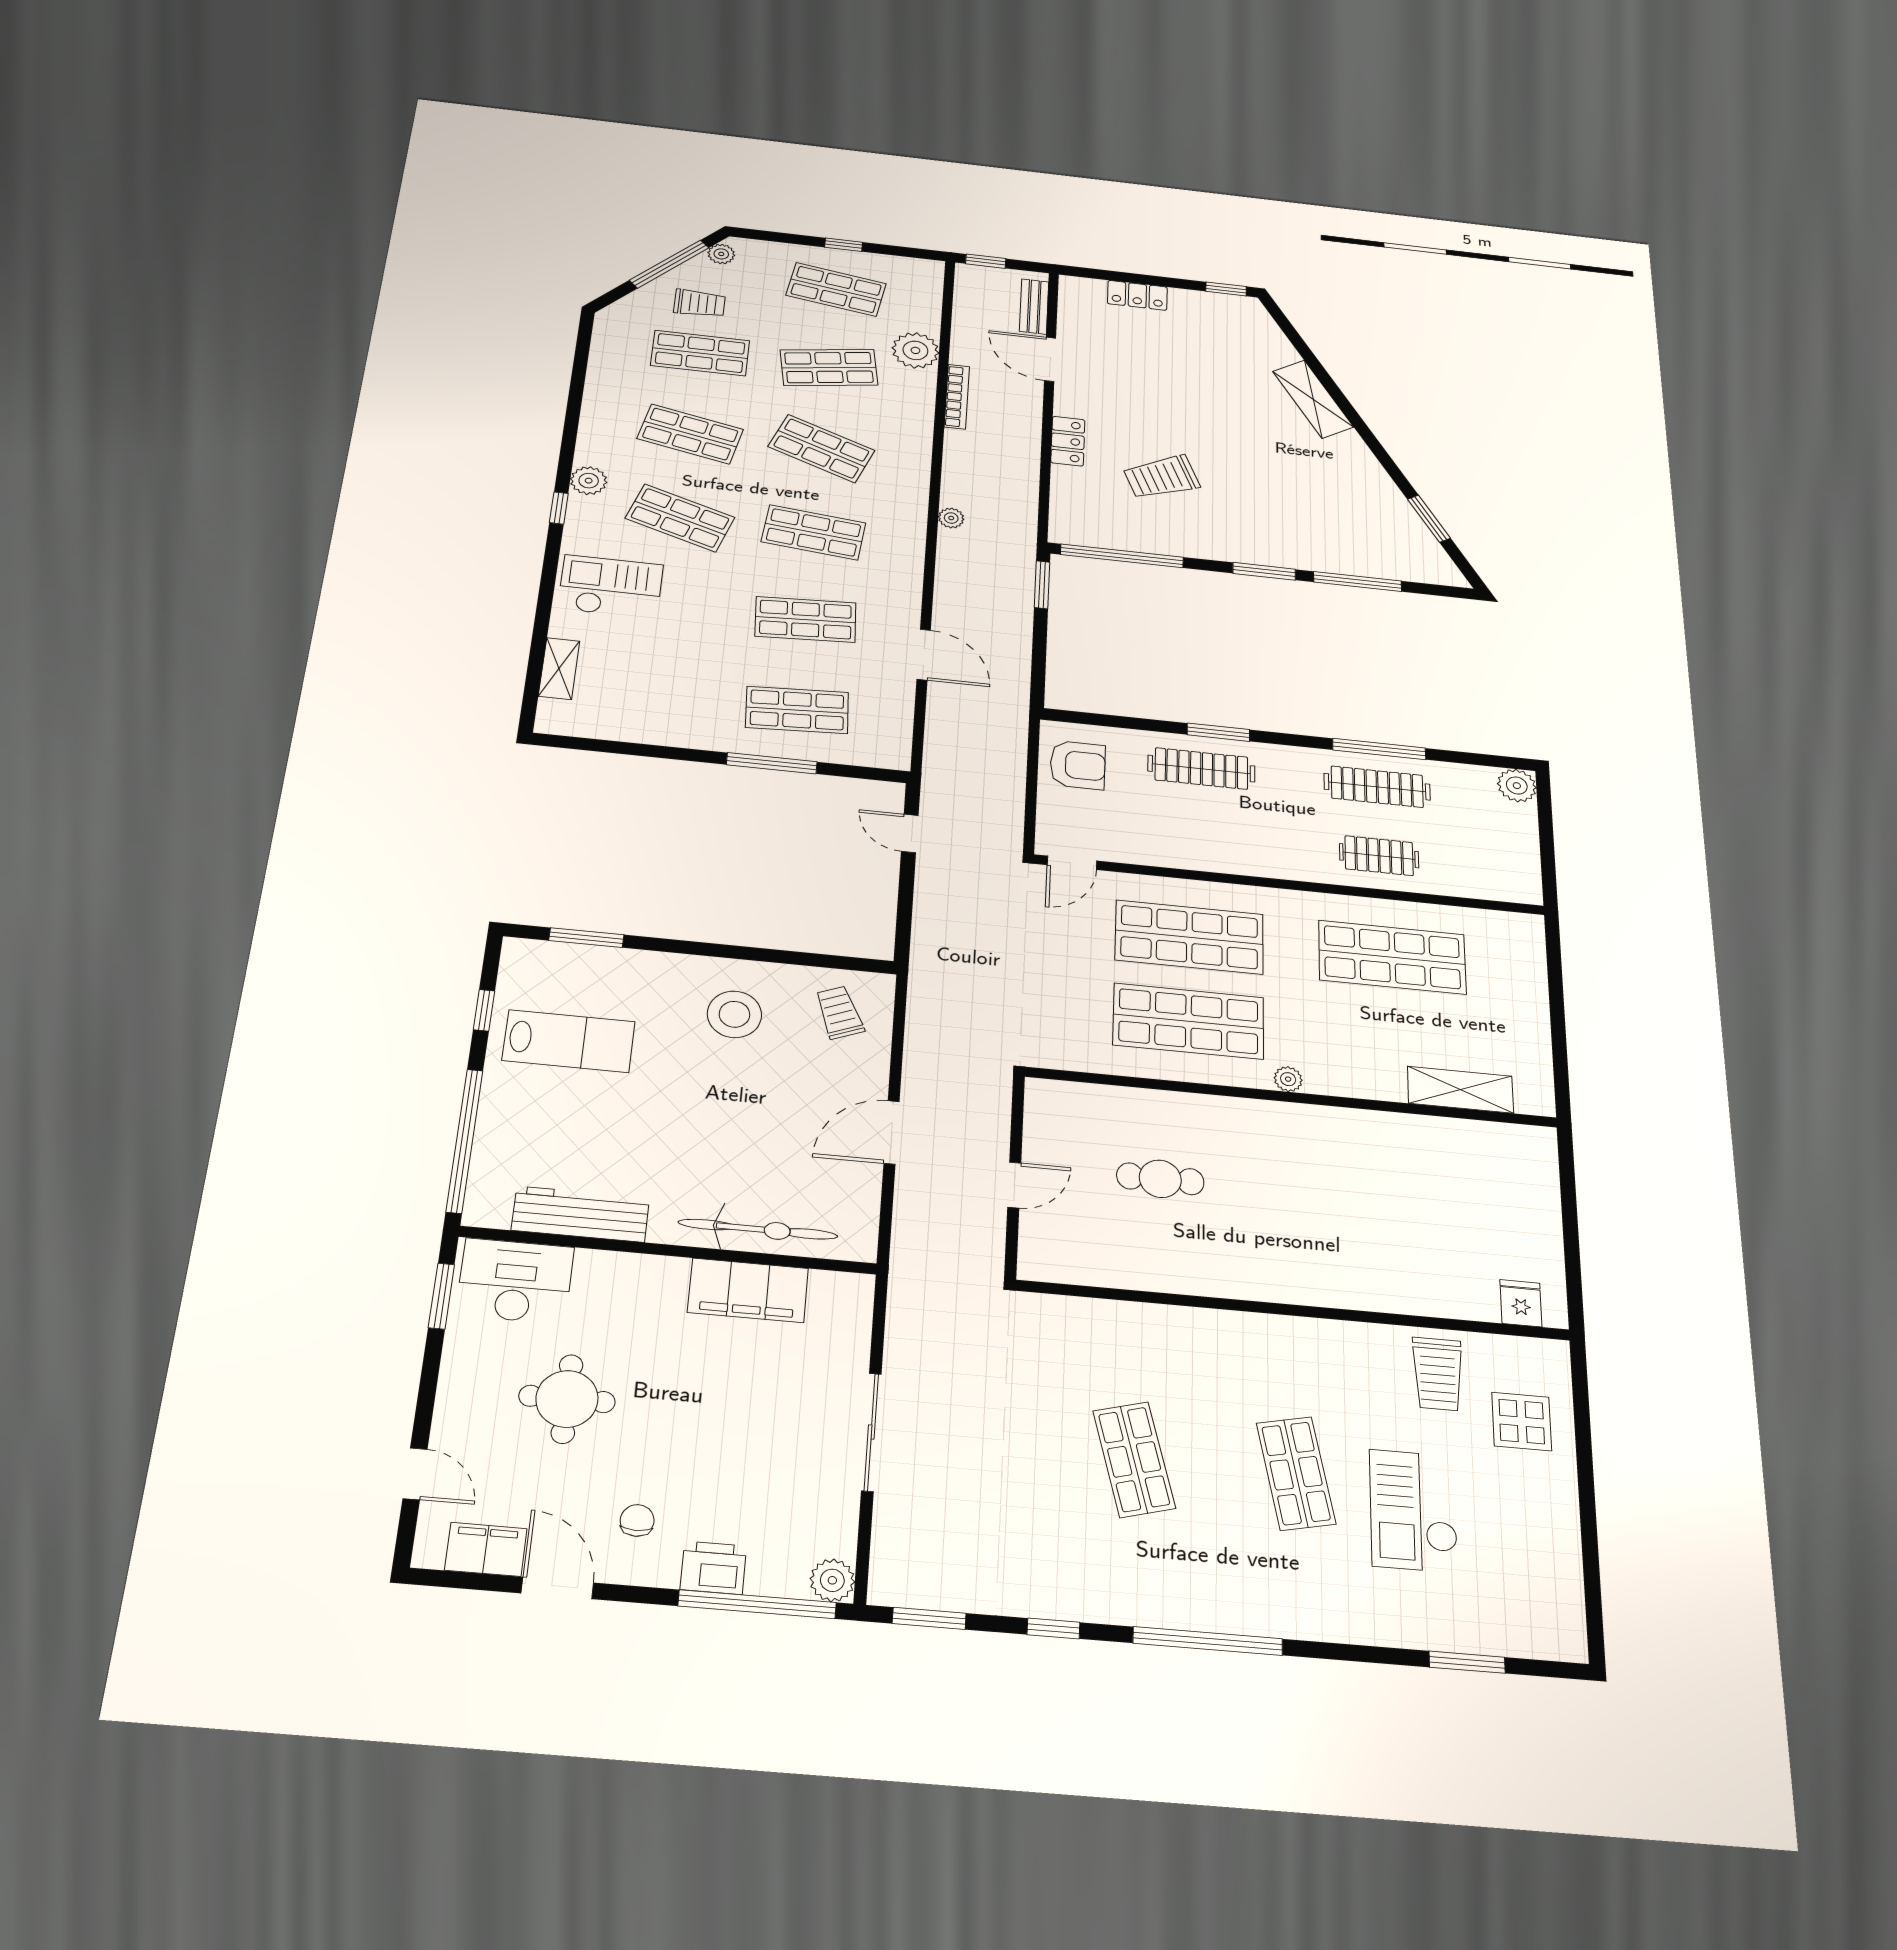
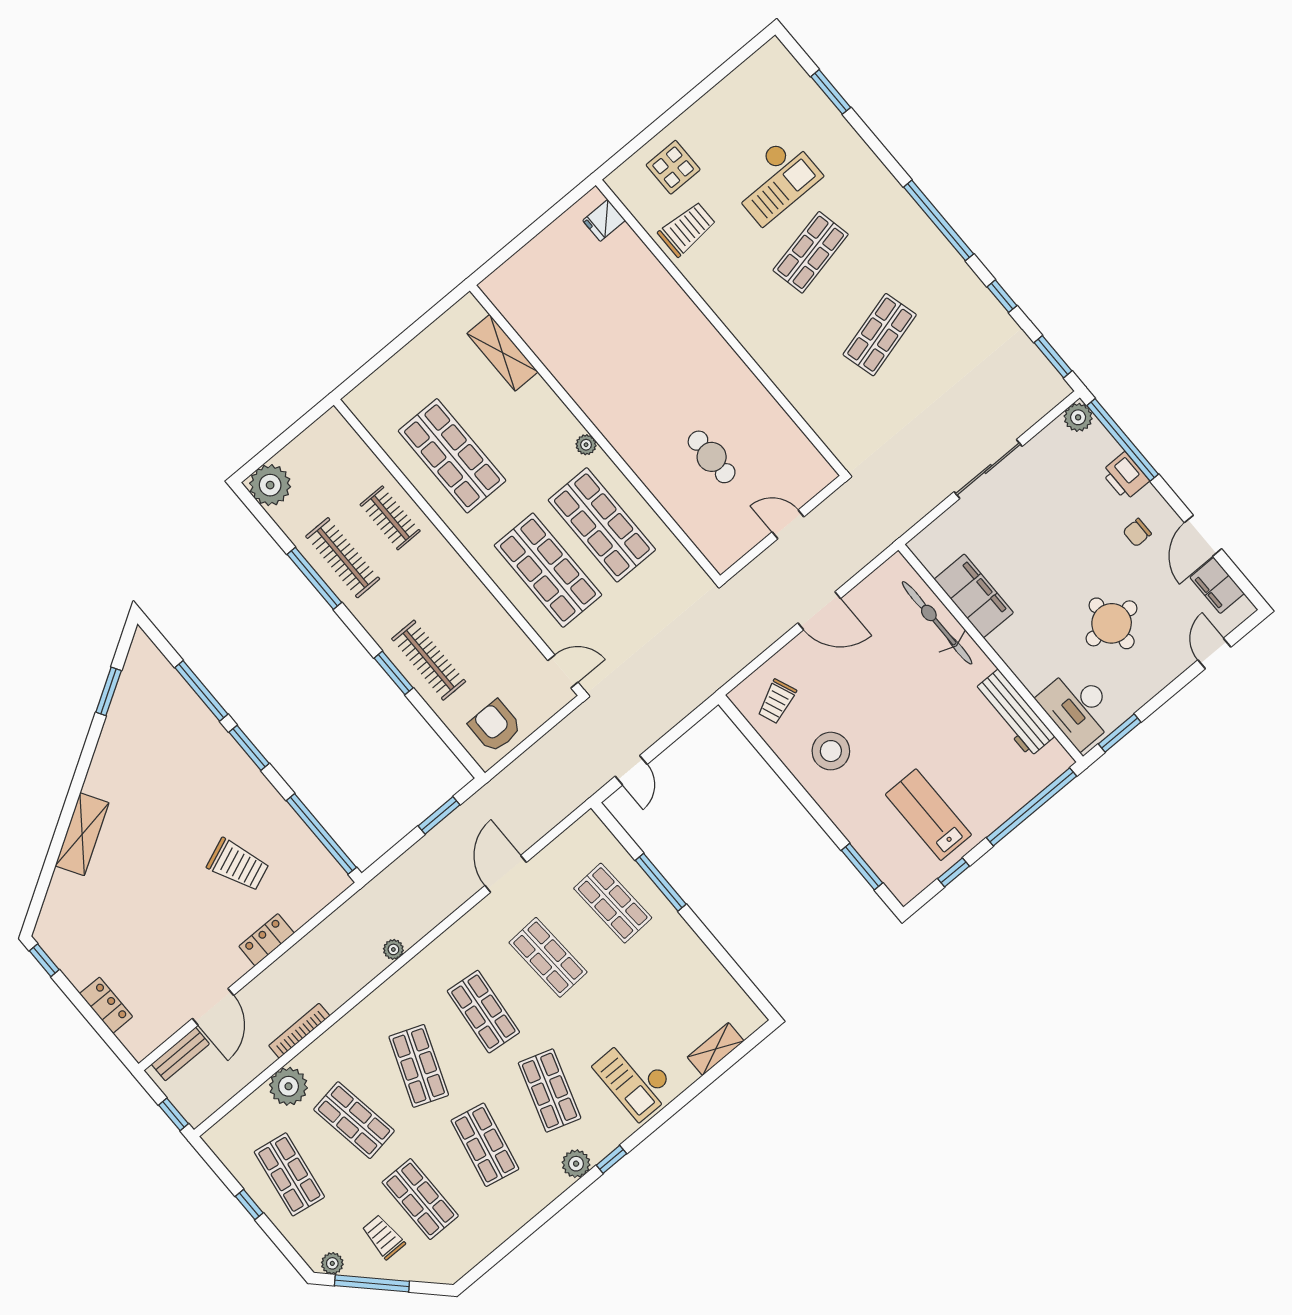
window: (1042, 585) -> (439, 815), moved
plant: (1517, 786) -> (270, 485), width x1.36, depth x1.36

